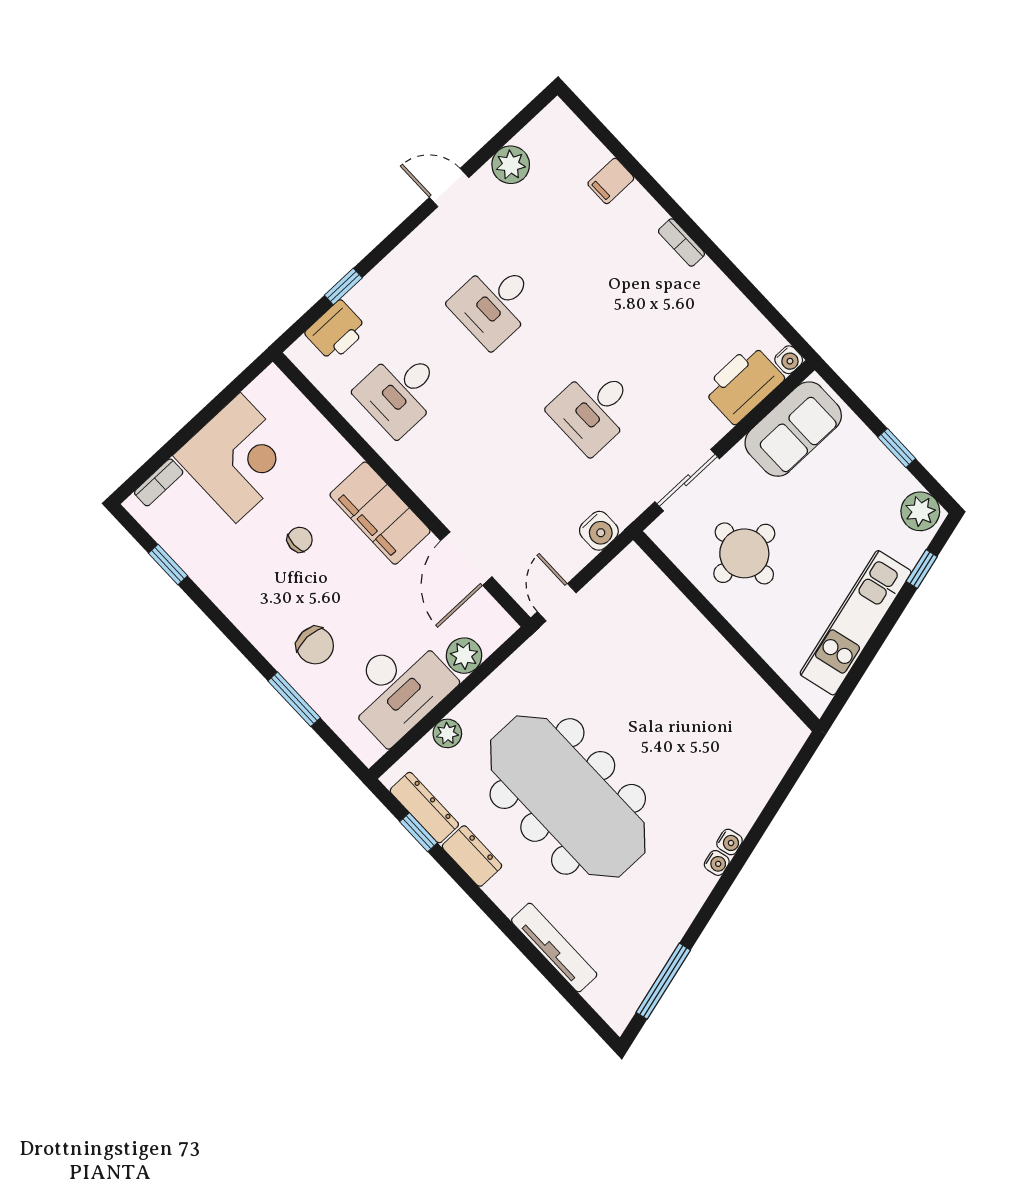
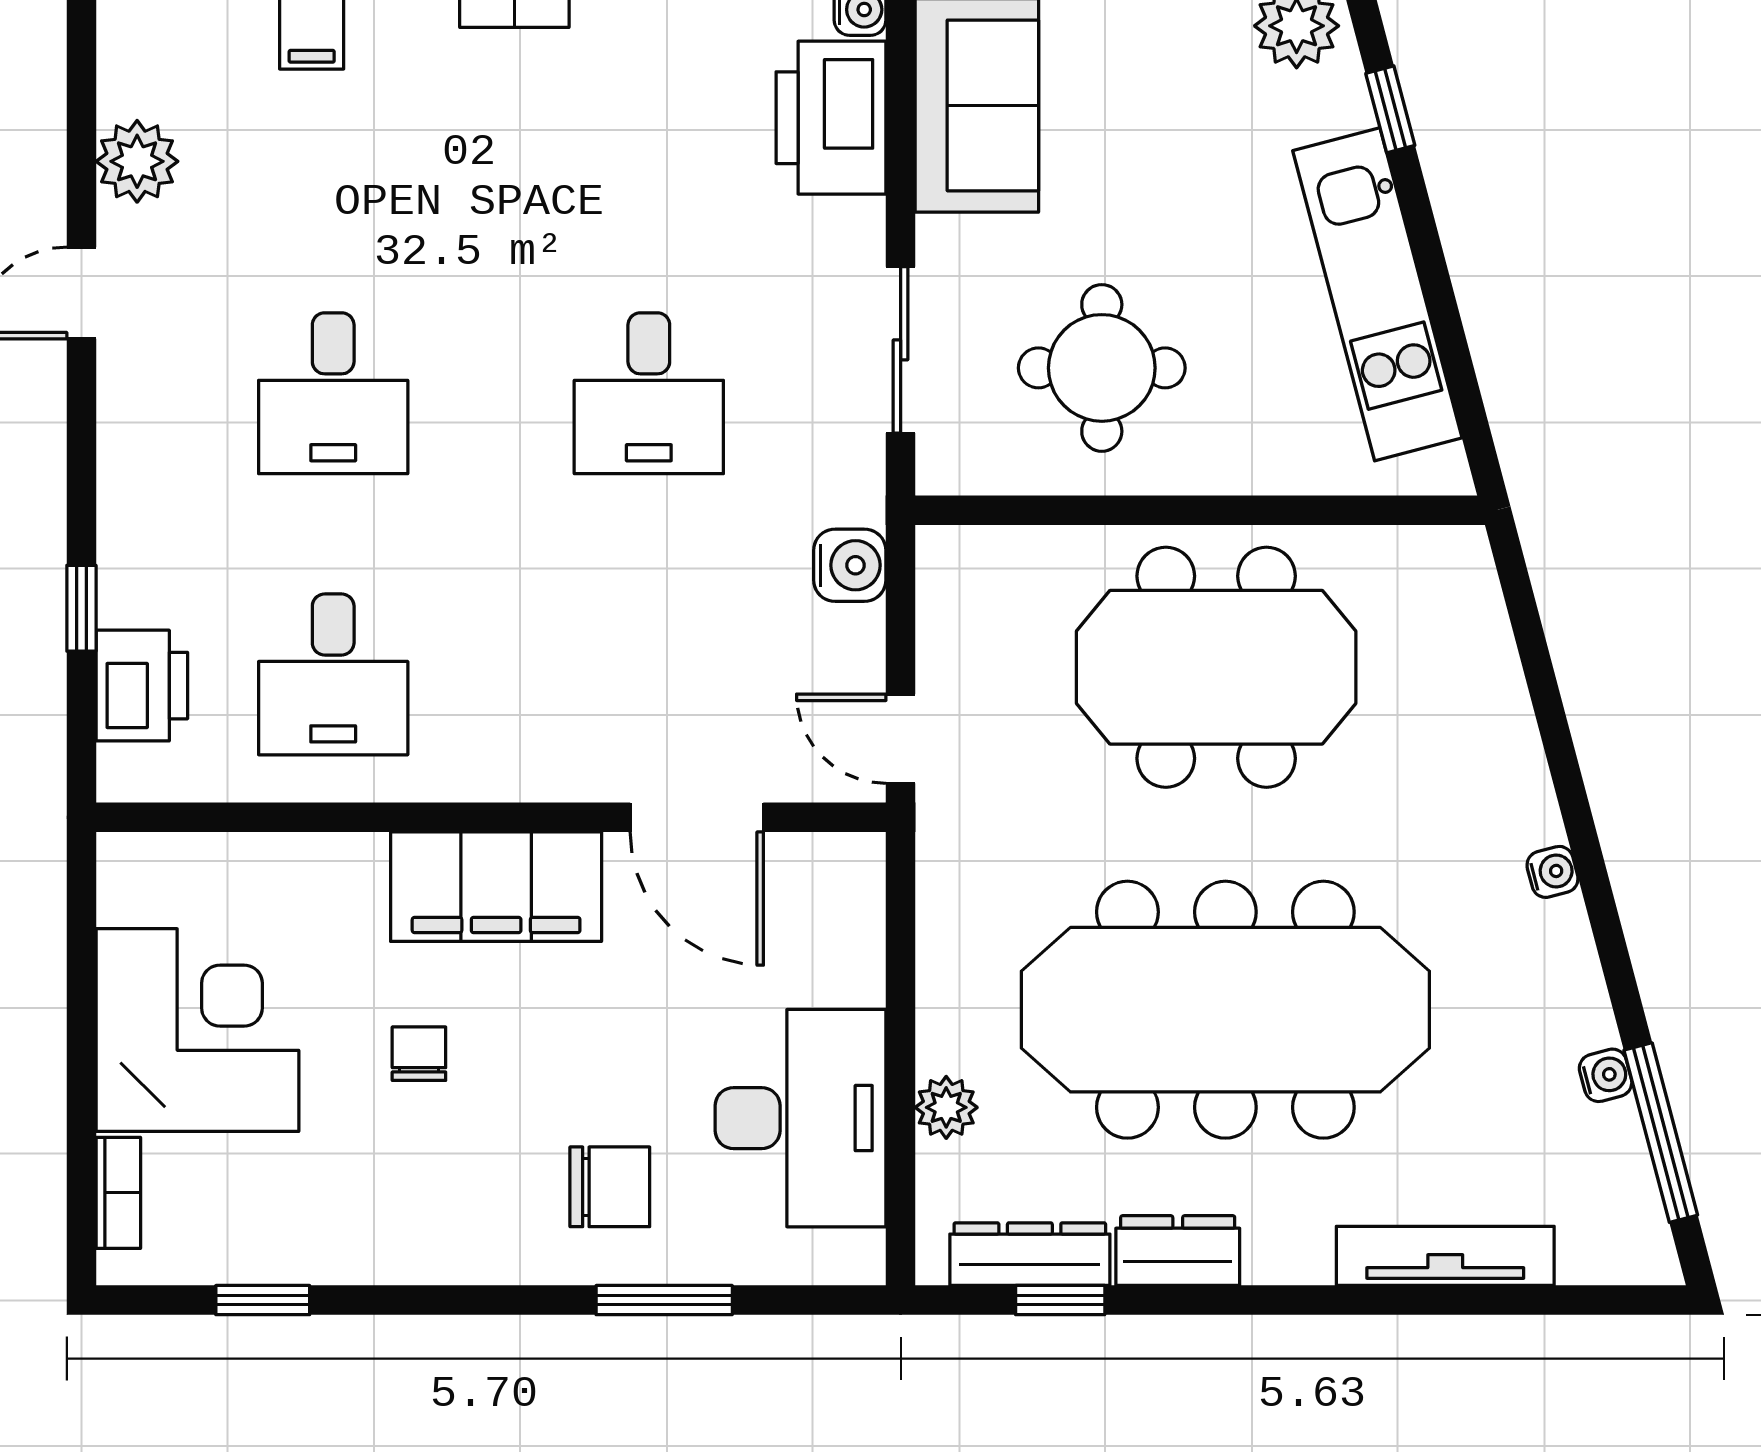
plant: (464, 656) -> (847, 965), removed
meeting table: (680, 686) -> (1216, 667), added
water cooler: (729, 842) -> (1606, 1075), moved

